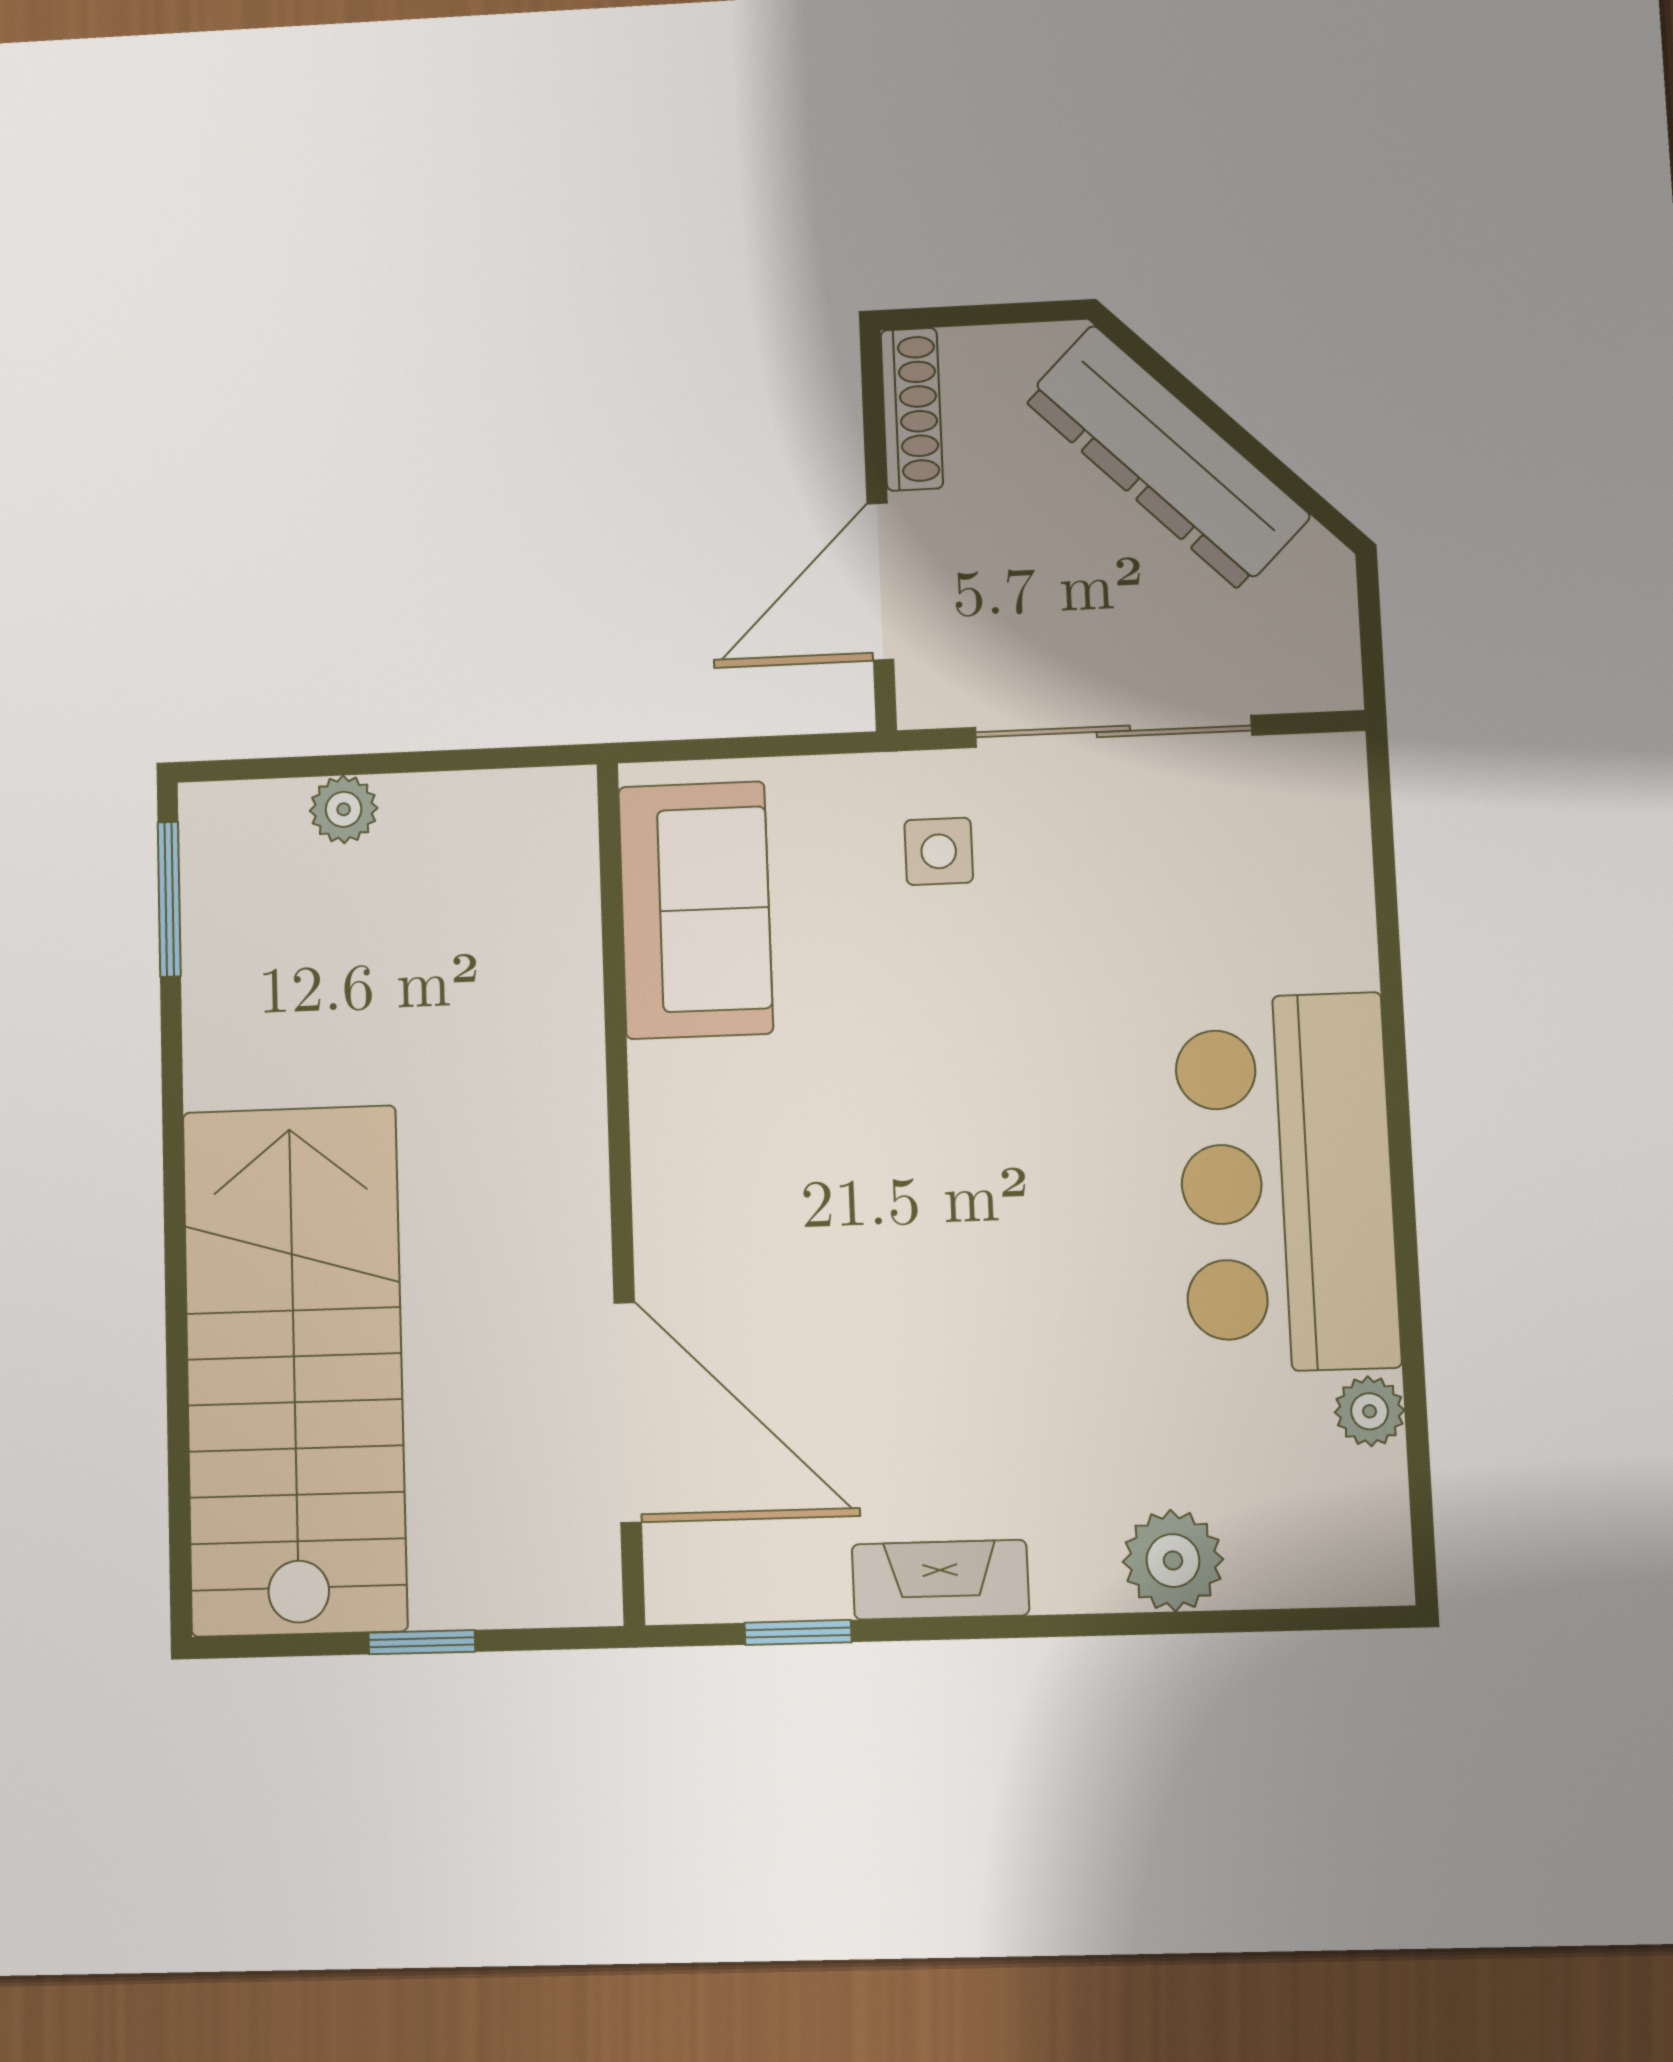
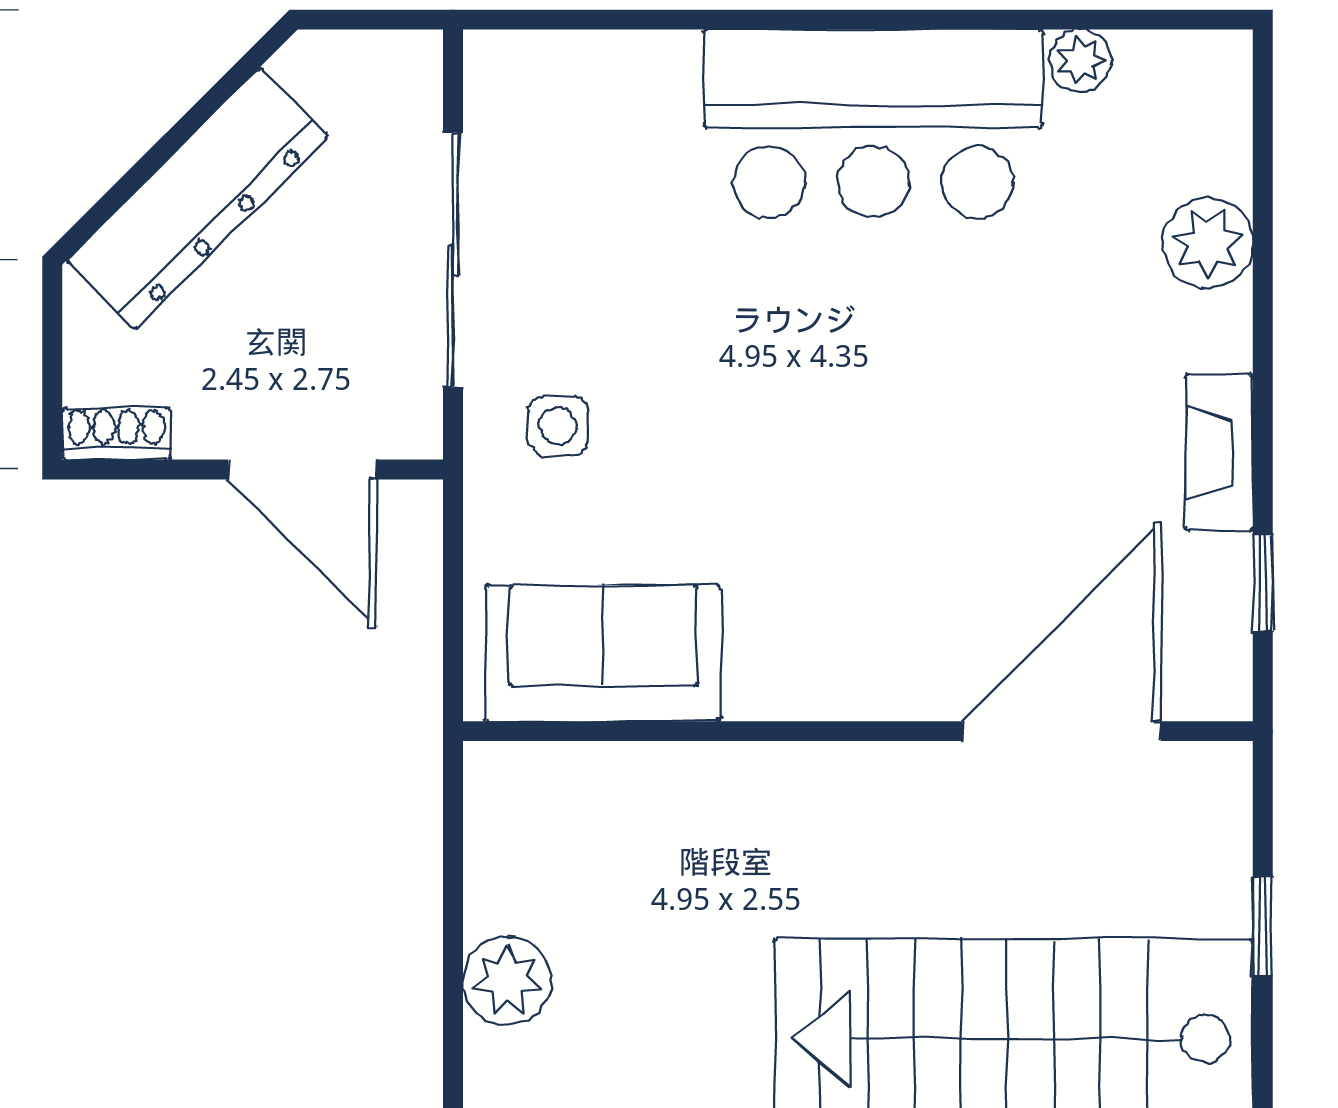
shoe rack: (912, 409) -> (116, 433), width x0.70
plant: (344, 809) -> (507, 981), width x1.38, depth x1.38

